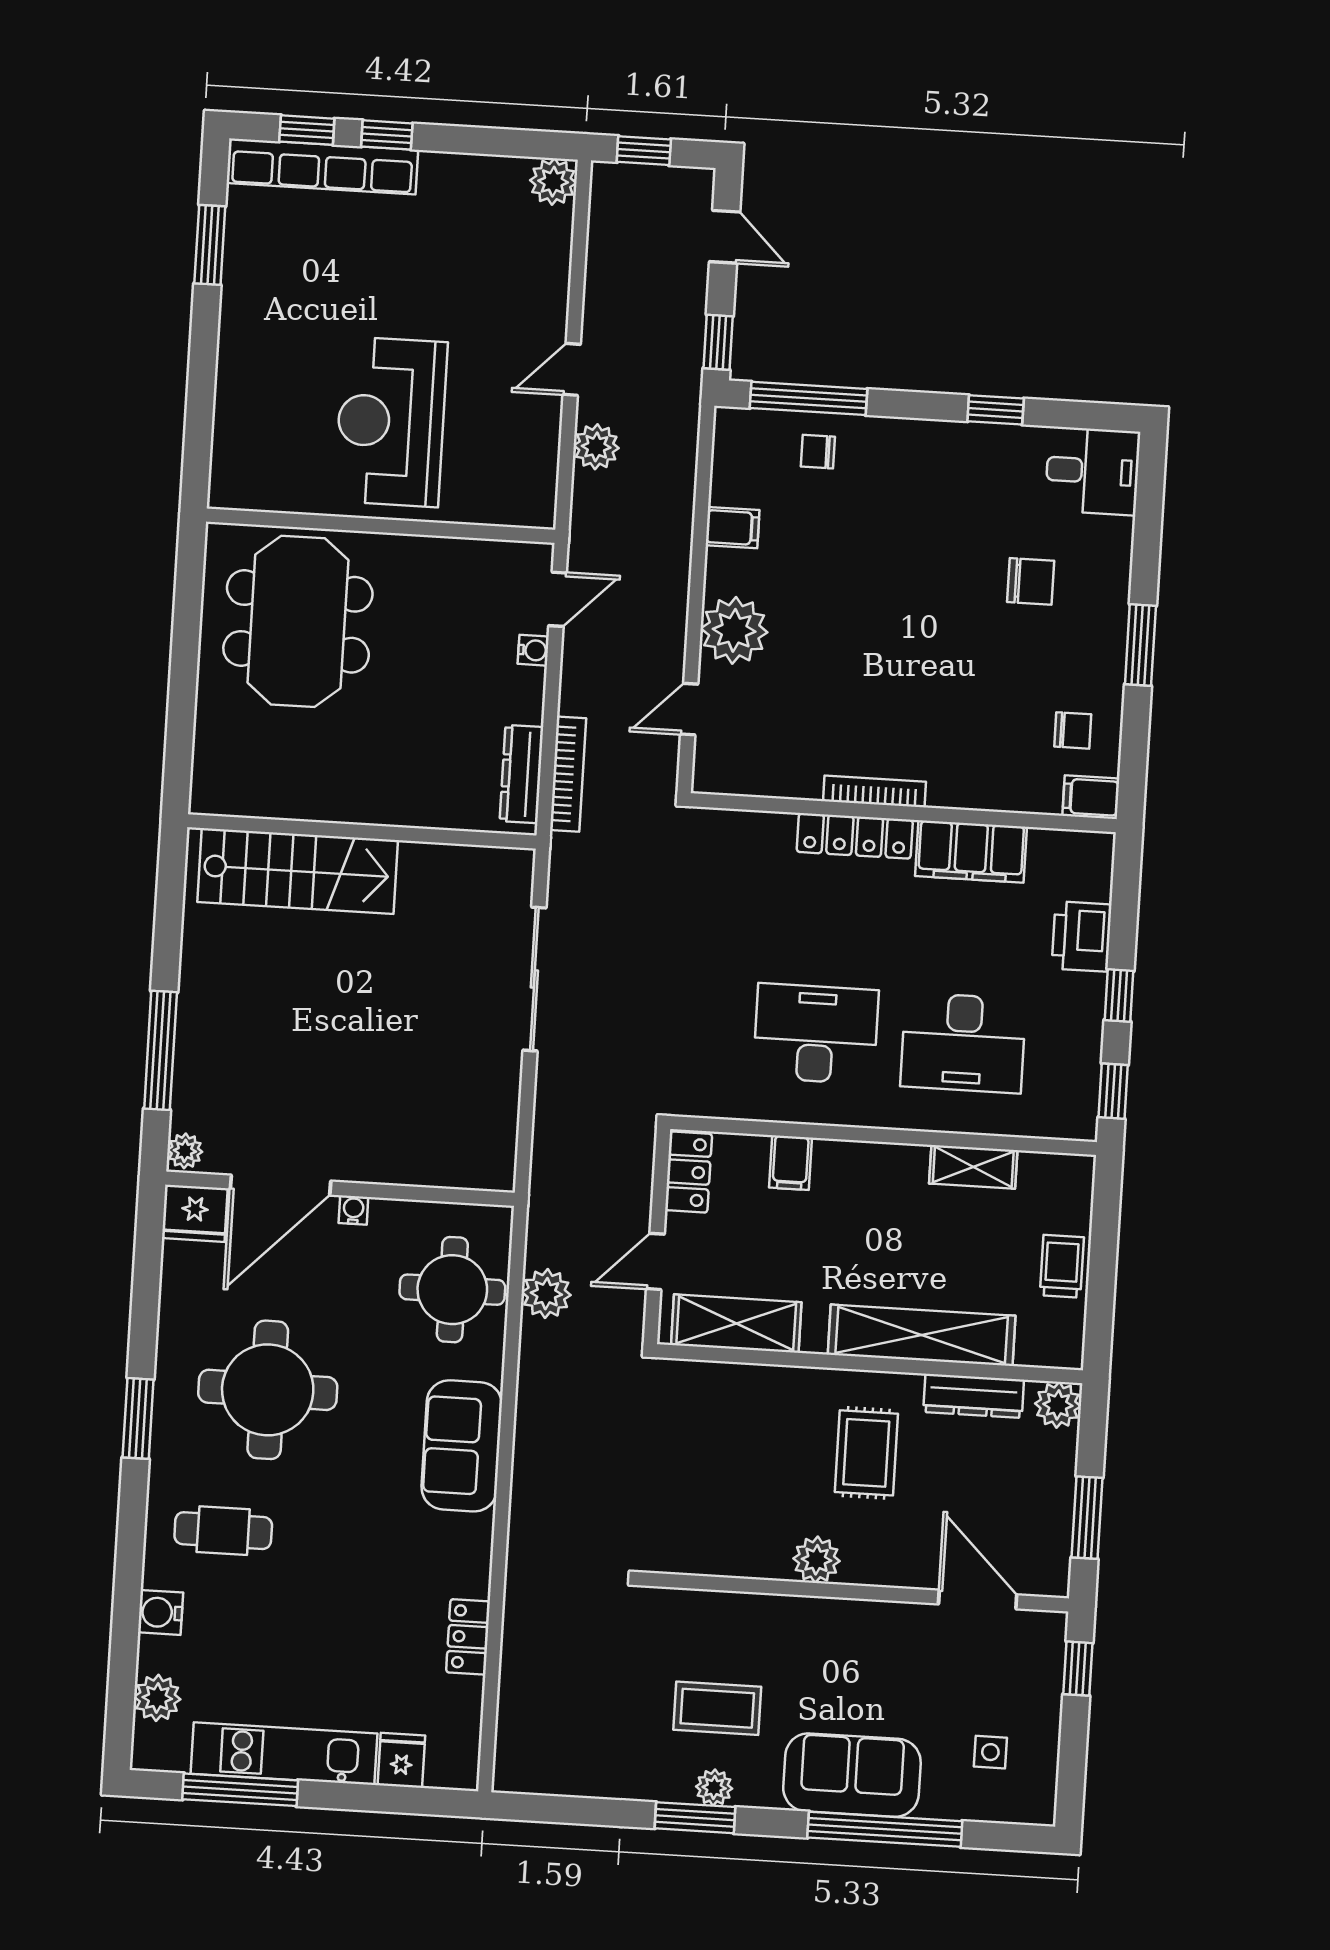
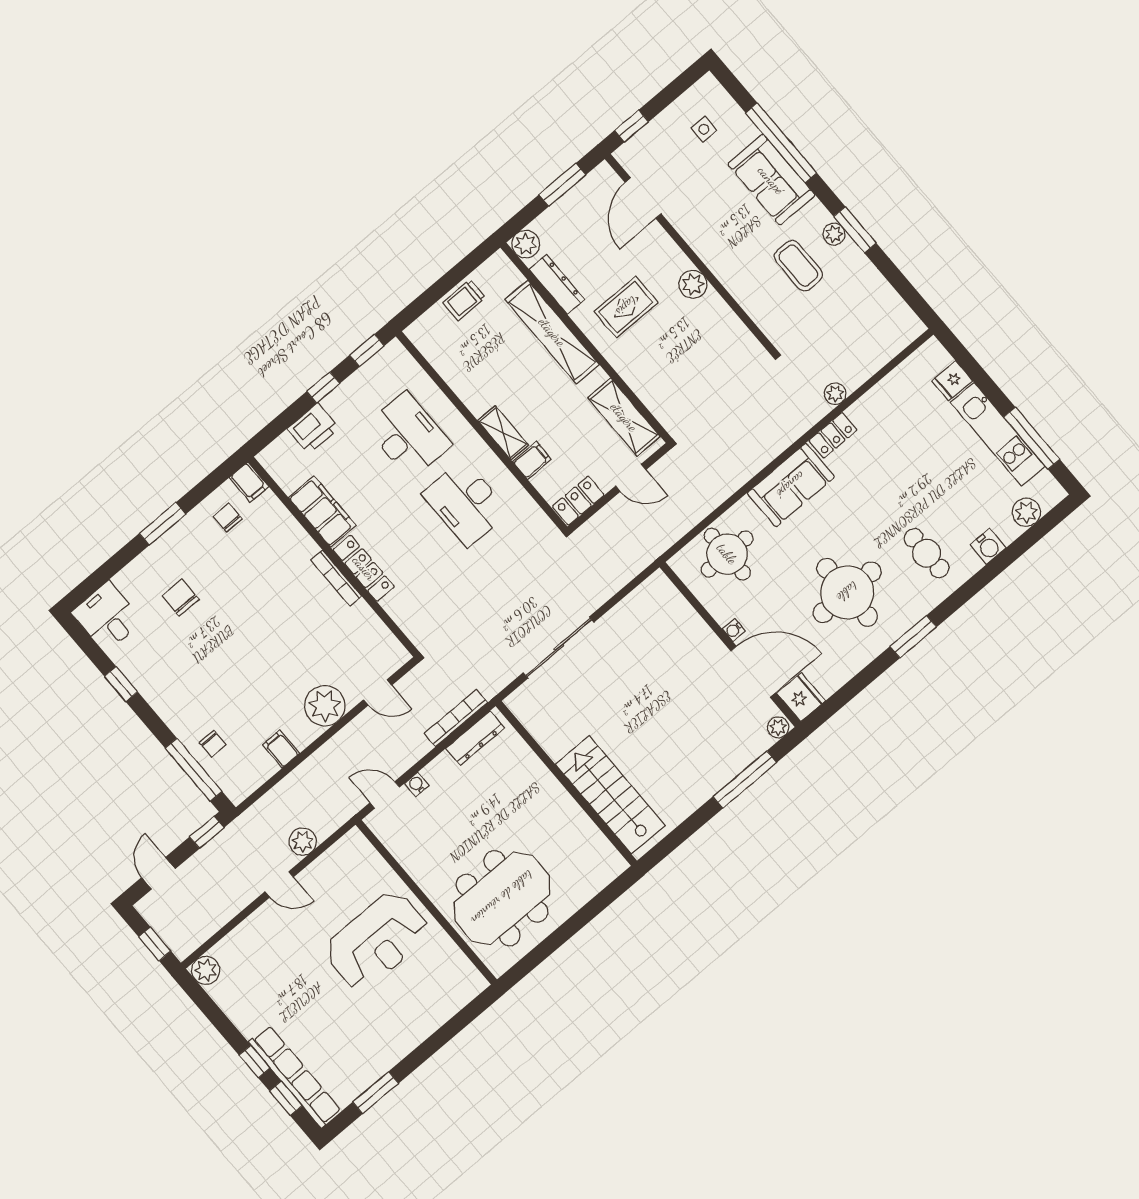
shelving: (973, 1167) -> (503, 433), moved
plant: (546, 1294) -> (835, 394), moved, width x0.73, depth x0.73
locker: (468, 1637) -> (833, 435), moved

